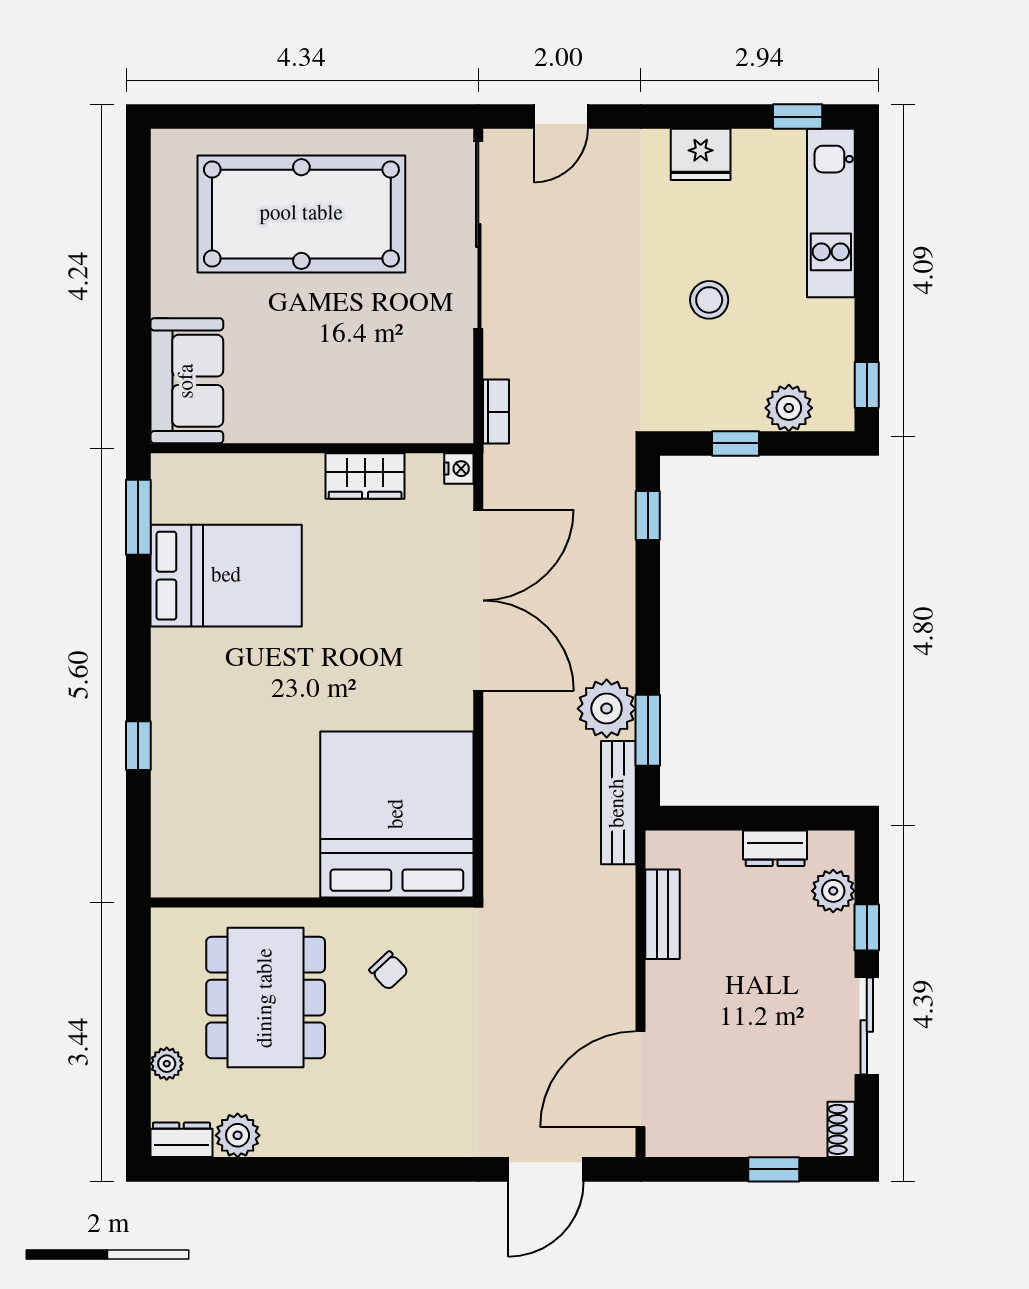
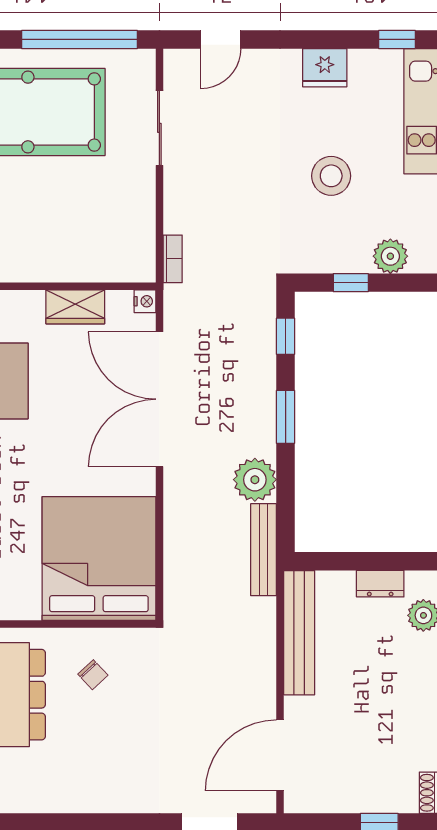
window: (371, 117) -> (80, 39), added
sliding door: (478, 235) -> (159, 128), width x0.54
stool: (709, 300) -> (331, 176), width x1.38, depth x1.38
double door: (478, 600) -> (159, 399), swing flipped
window: (648, 730) -> (286, 417), moved
bench: (662, 914) -> (299, 633), width x1.86, depth x1.21

